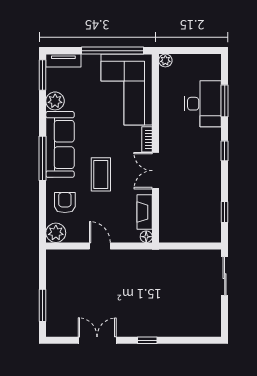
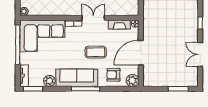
double door: (155, 171) -> (93, 18), swing flipped
door: (100, 246) -> (141, 53), width x1.88

